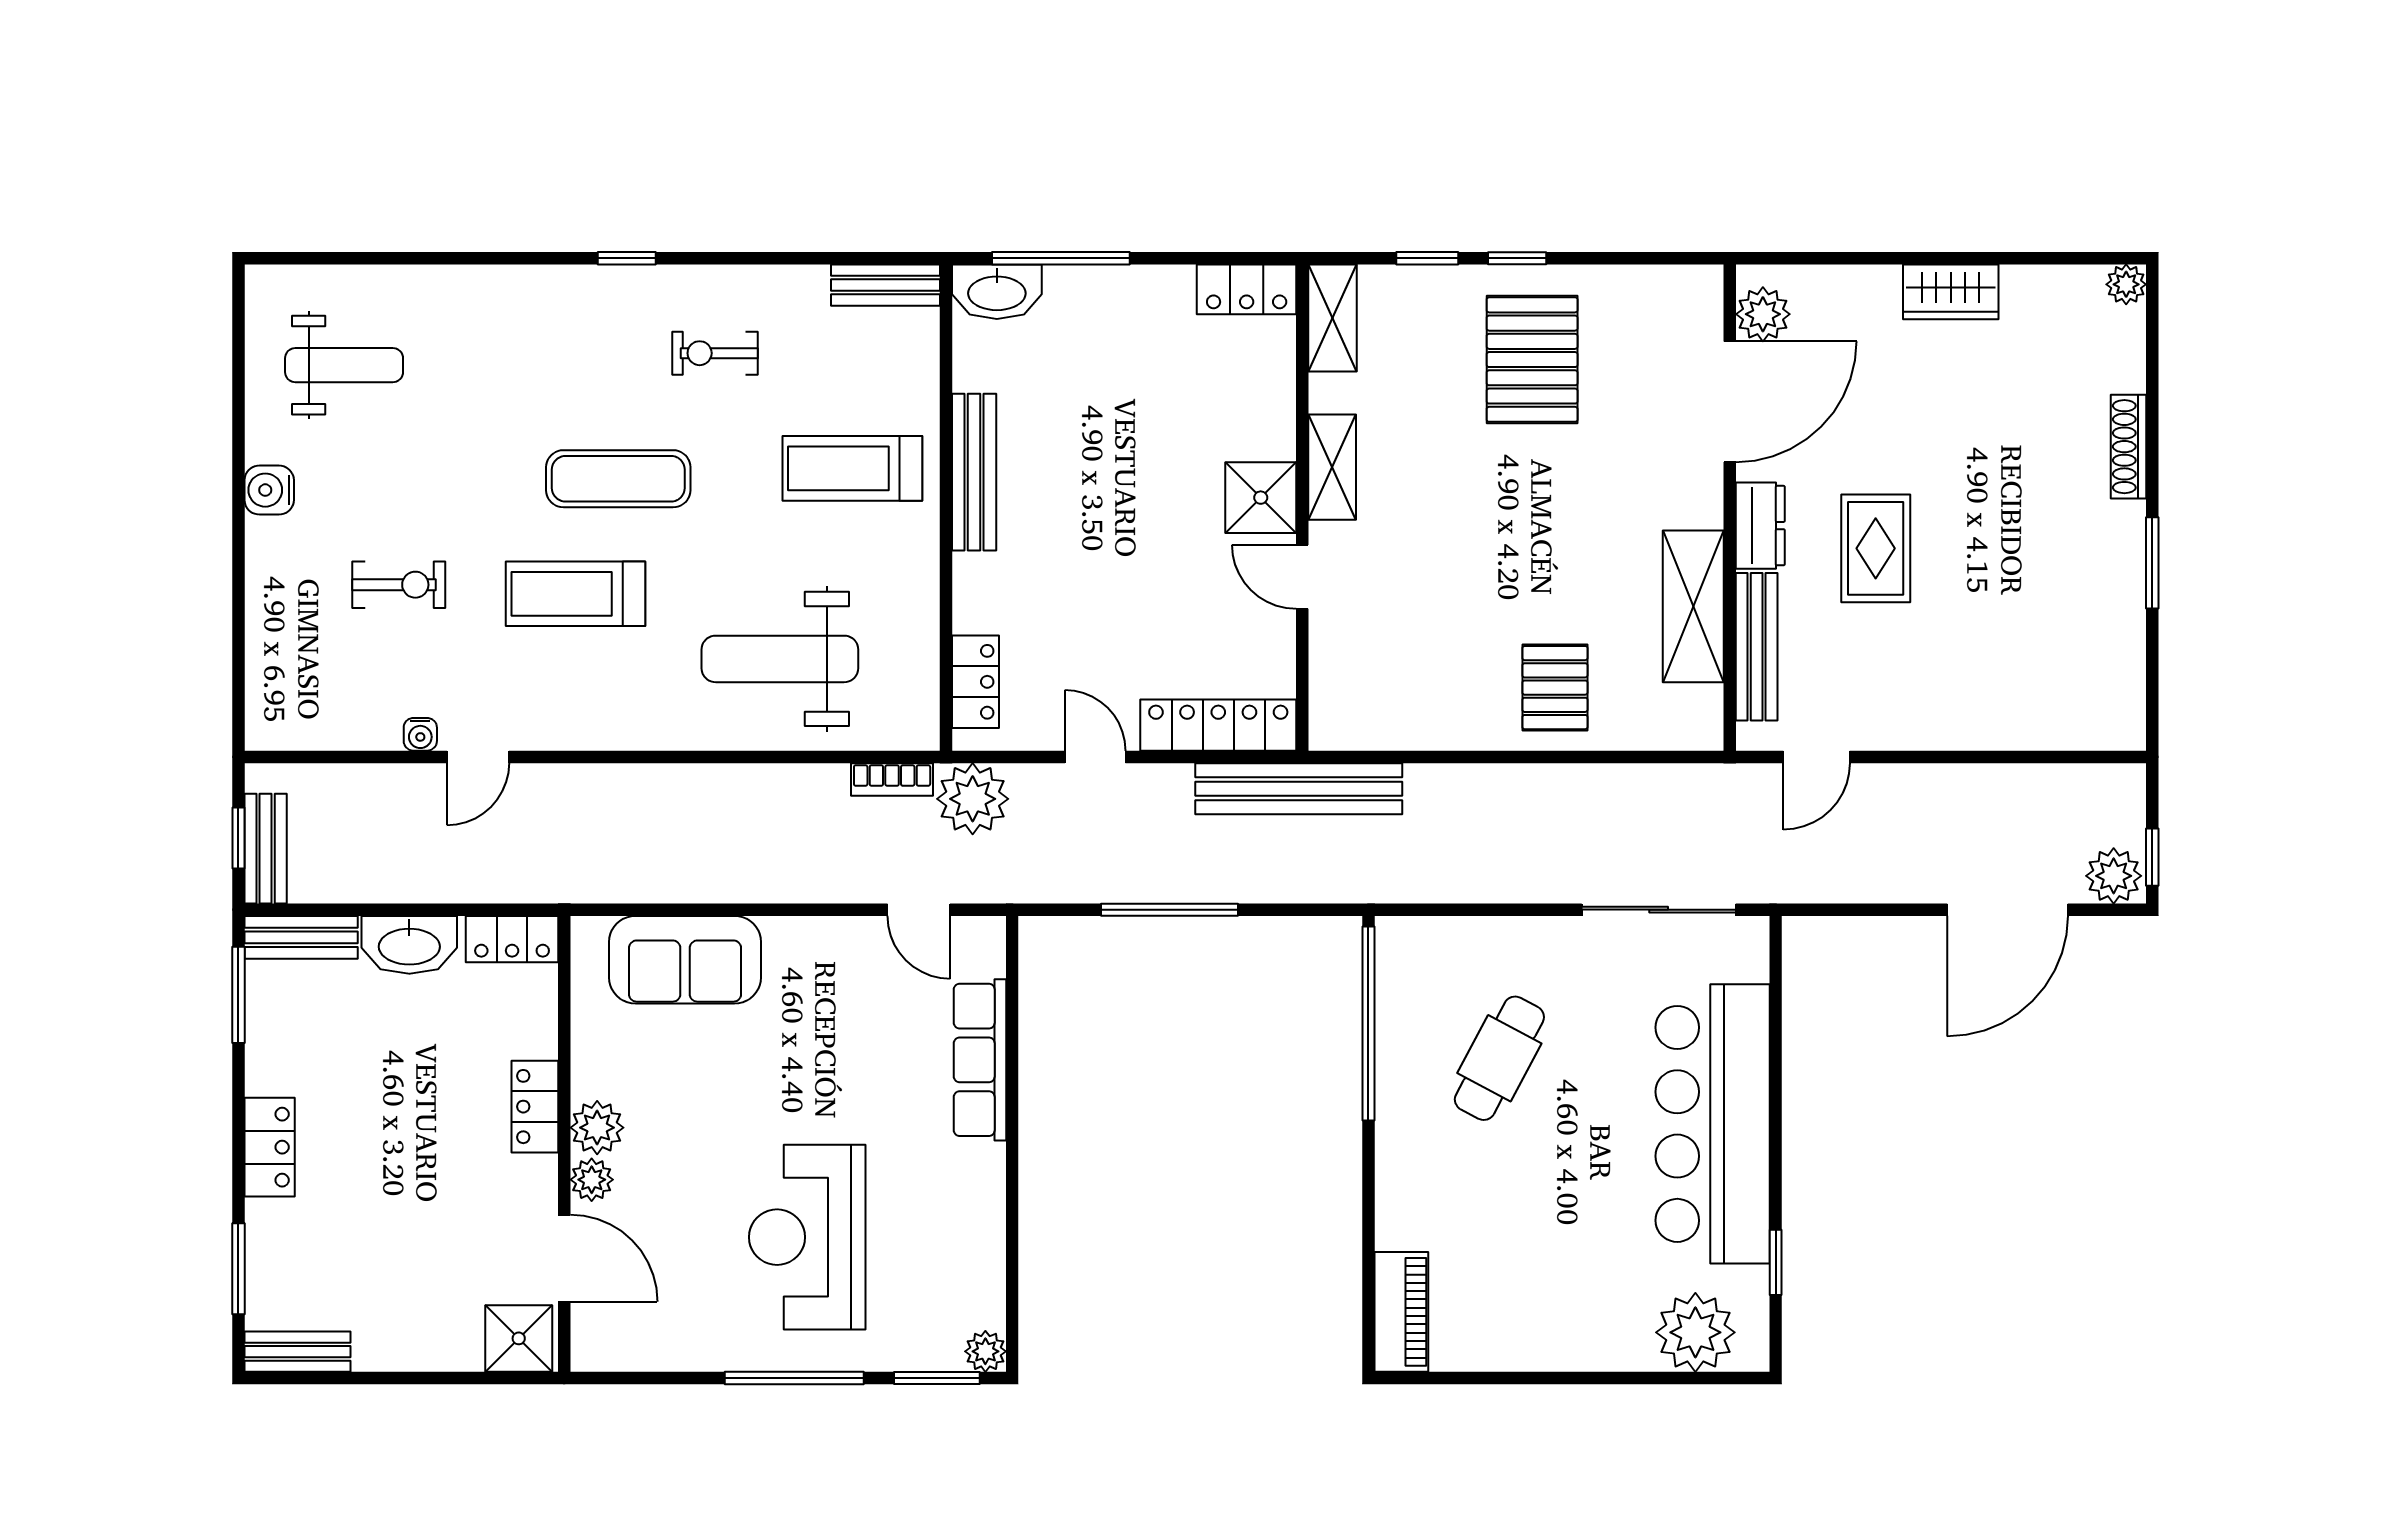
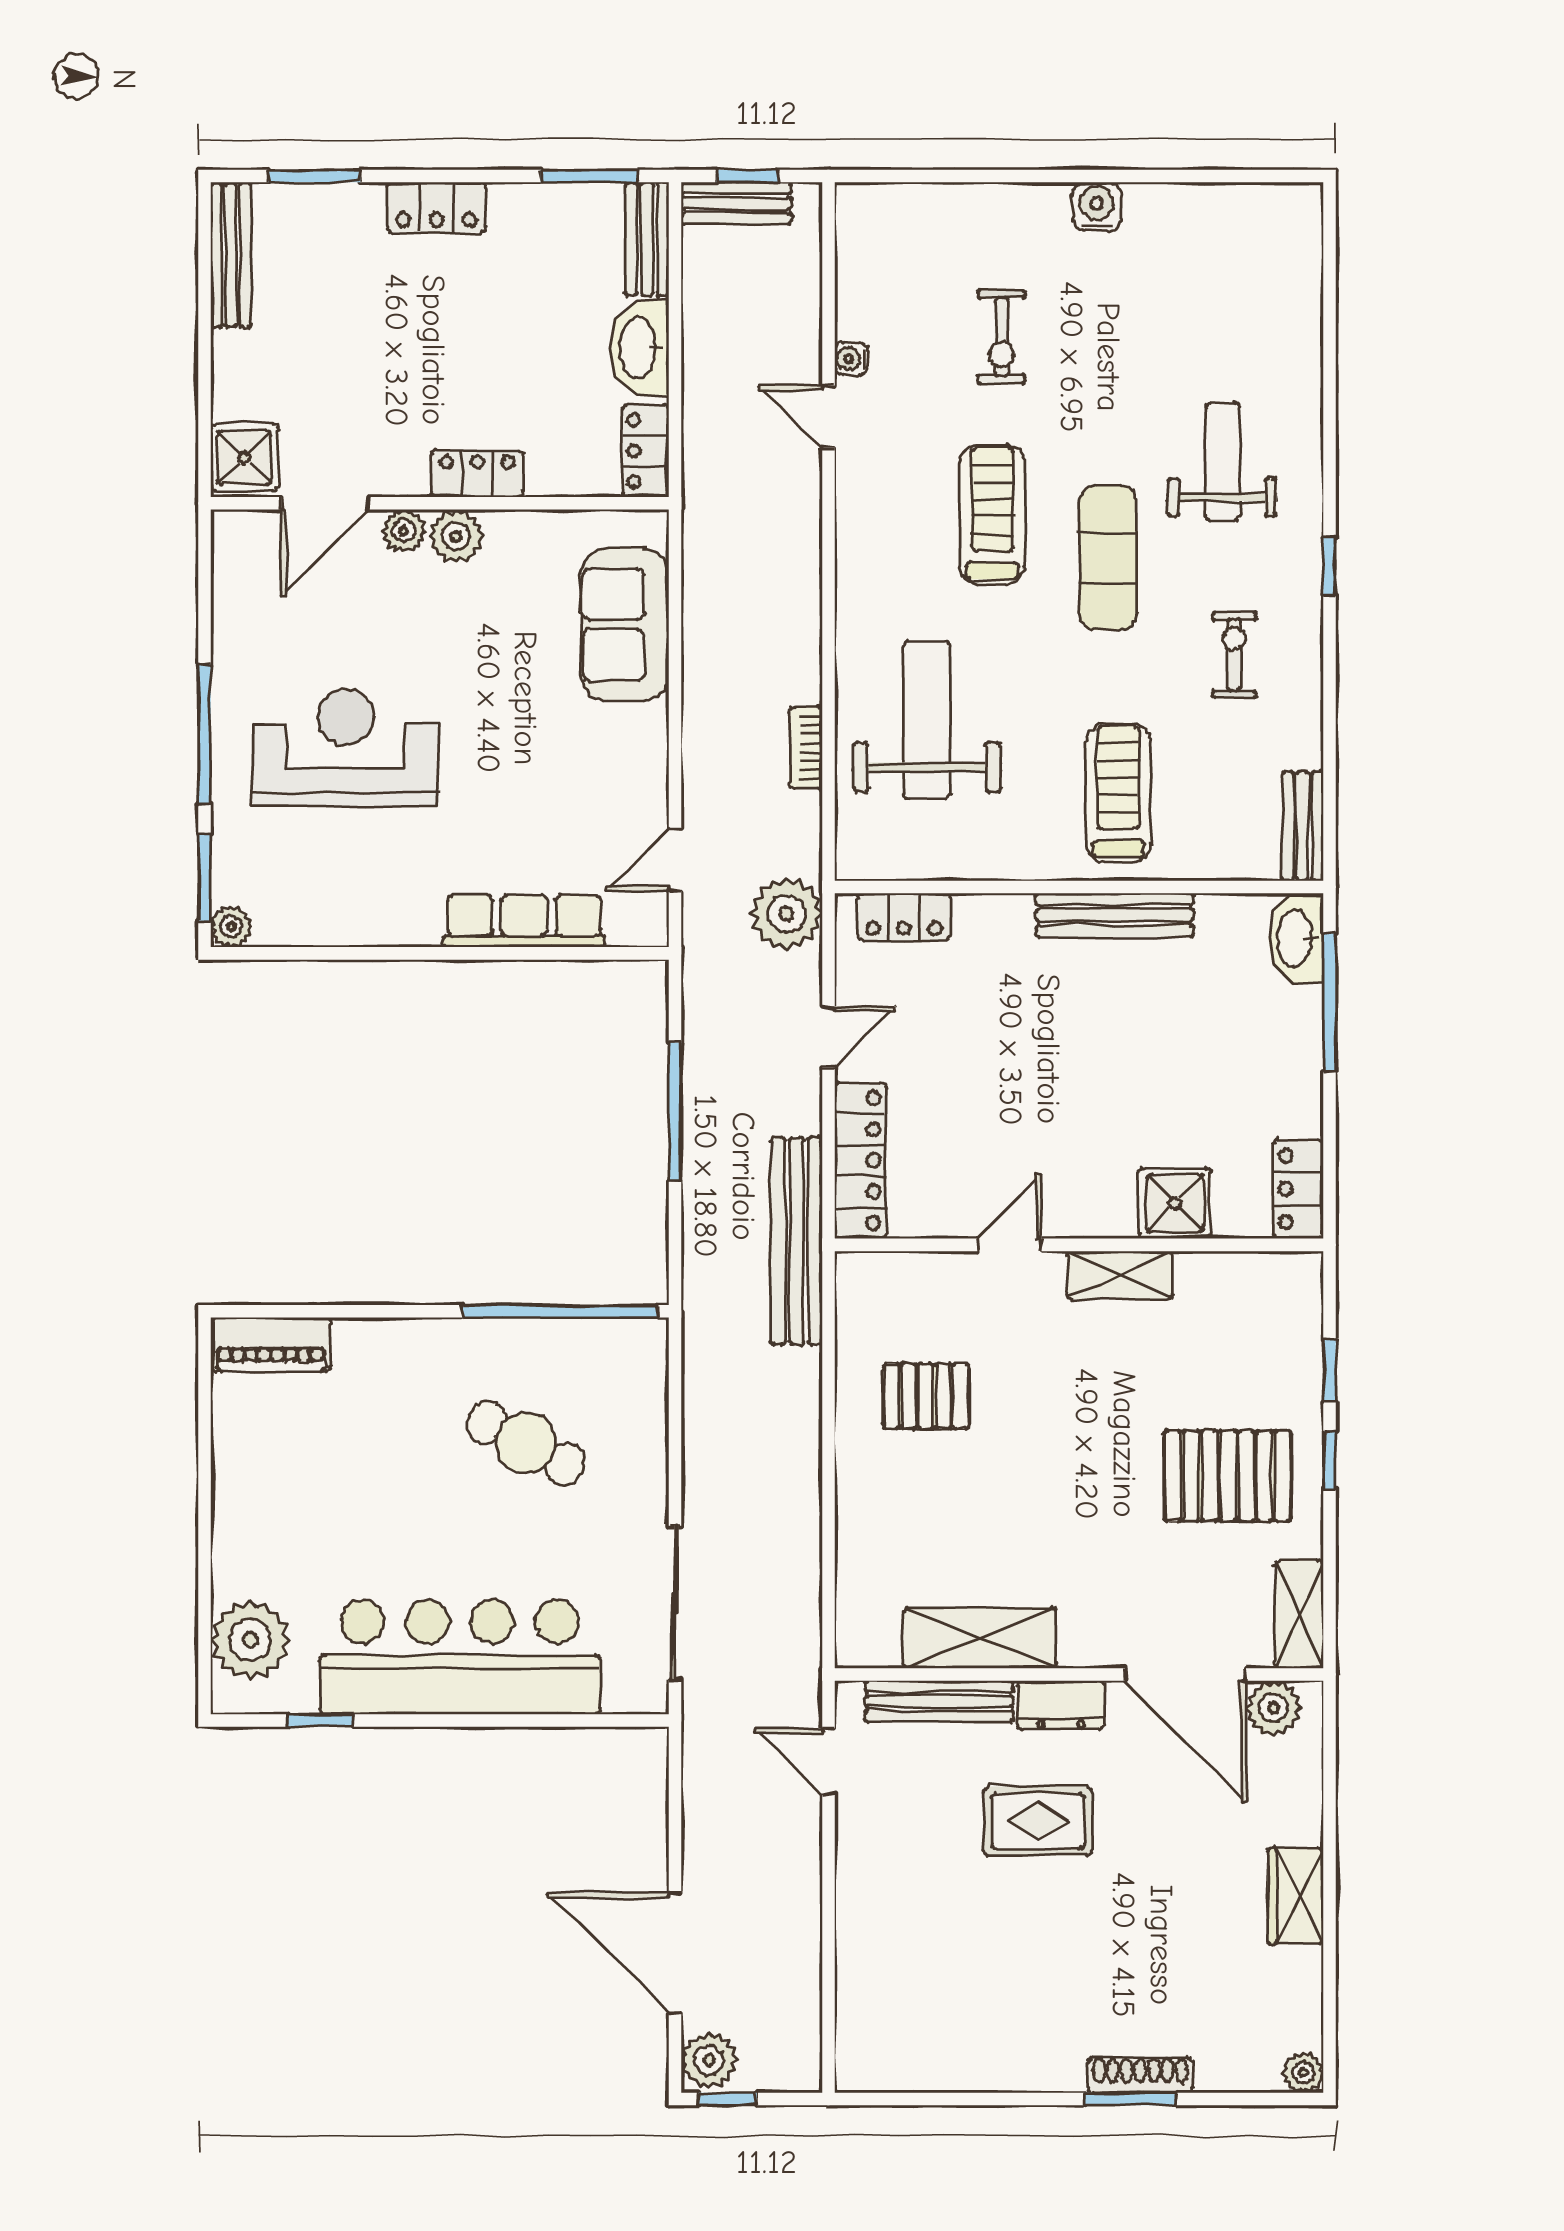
shelving: (1333, 318) -> (1299, 1614), moved, turned 90
weight bench: (344, 365) -> (1222, 462), moved, turned 180
shower: (1261, 498) -> (1175, 1203), moved
window: (2152, 563) -> (1130, 2099), moved
pallet: (1555, 688) -> (926, 1396), moved
bookcase: (892, 779) -> (806, 748), moved
bench: (297, 1352) -> (231, 255), width x1.36

